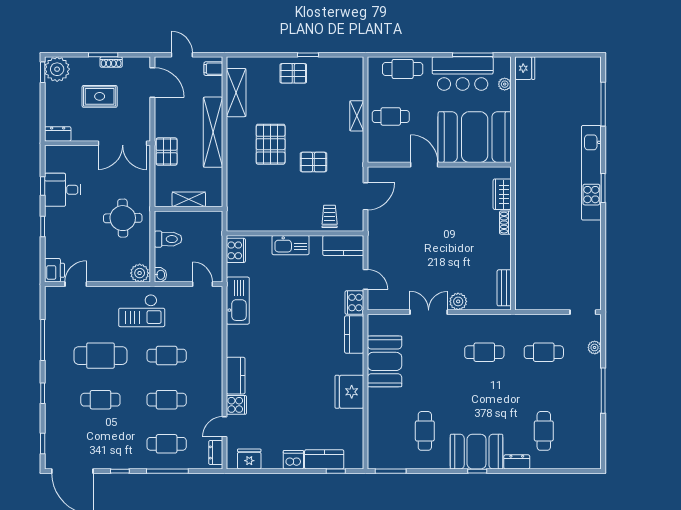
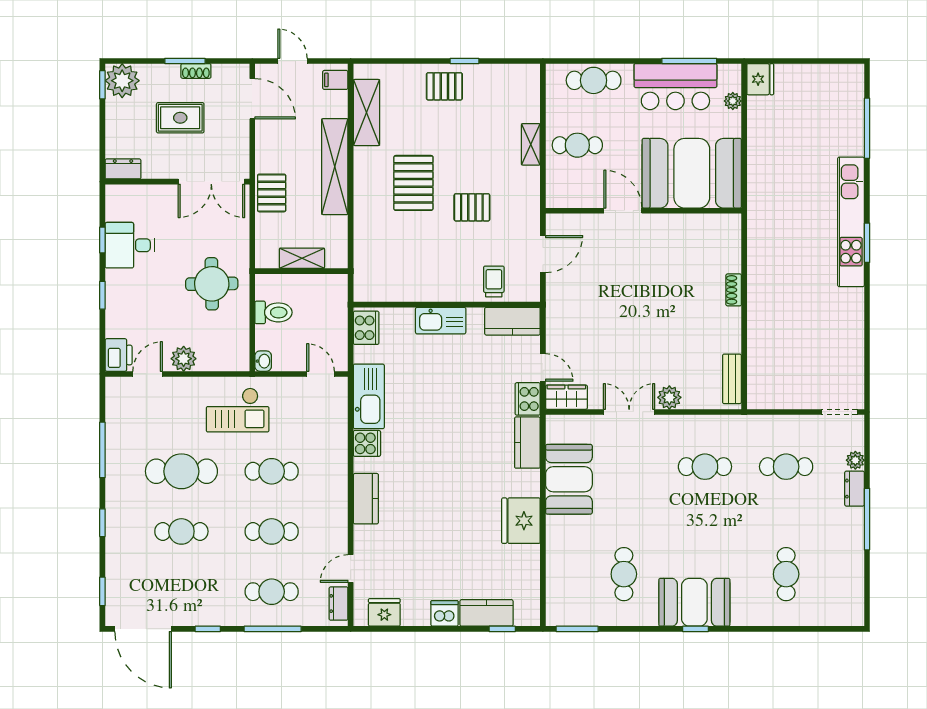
wardrobe: (502, 194) -> (566, 397), moved, turned 90
plant: (140, 273) -> (184, 359), moved
cooker: (236, 405) -> (367, 443), moved
dresser: (517, 462) -> (855, 489), moved, turned -90

